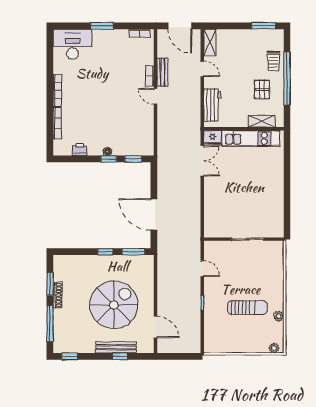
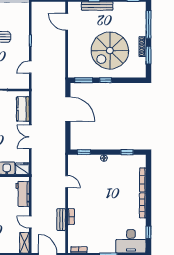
window: (50, 56) -> (148, 232), added
door: (155, 96) -> (67, 182), moved
printer: (80, 149) -> (125, 160), removed
window: (109, 159) -> (127, 152), moved
double door: (202, 161) -> (30, 137), moved
kitchen counter: (212, 215) -> (23, 109), added
door: (202, 269) -> (30, 67), hinge flipped
spiral stairs: (114, 305) -> (110, 51), moved

